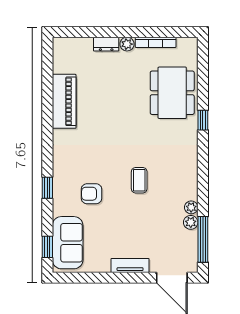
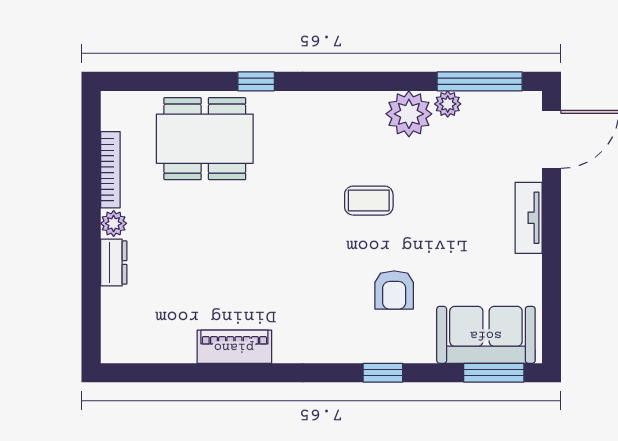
piano: (64, 101) -> (234, 347), width x0.73, depth x0.75
plant: (191, 207) -> (409, 114), width x1.87, depth x1.87
window: (47, 247) -> (494, 373), width x1.50

